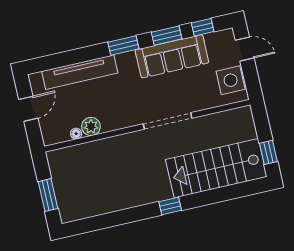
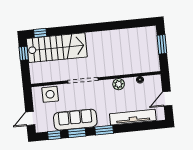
door: (245, 49) -> (30, 118), hinge flipped
side table: (231, 80) -> (50, 94), moved
plant: (91, 126) -> (119, 84), moved
window: (170, 206) -> (40, 33), moved

